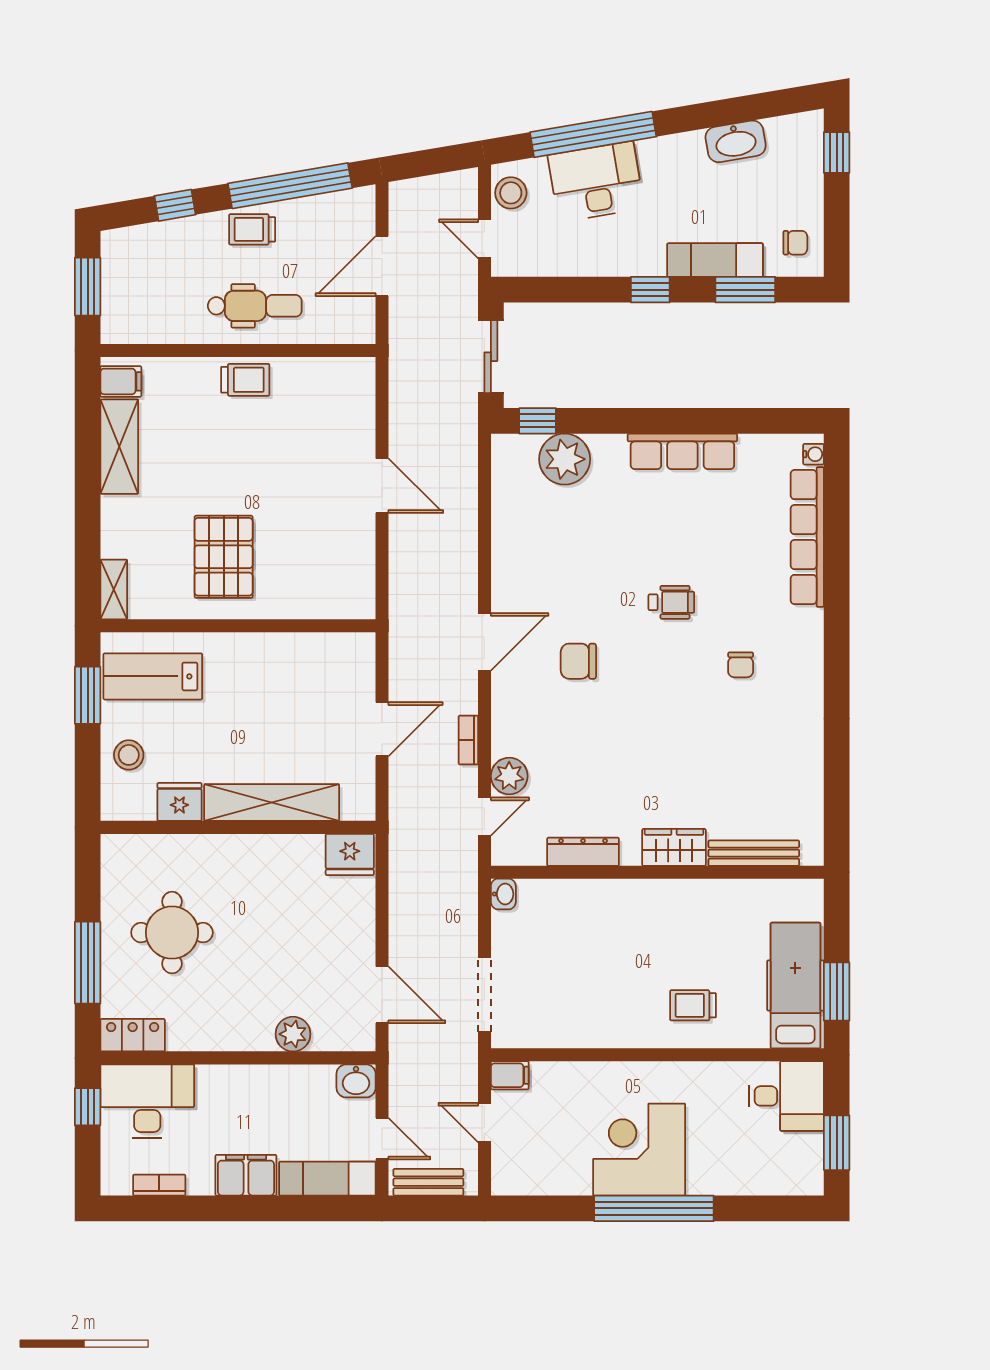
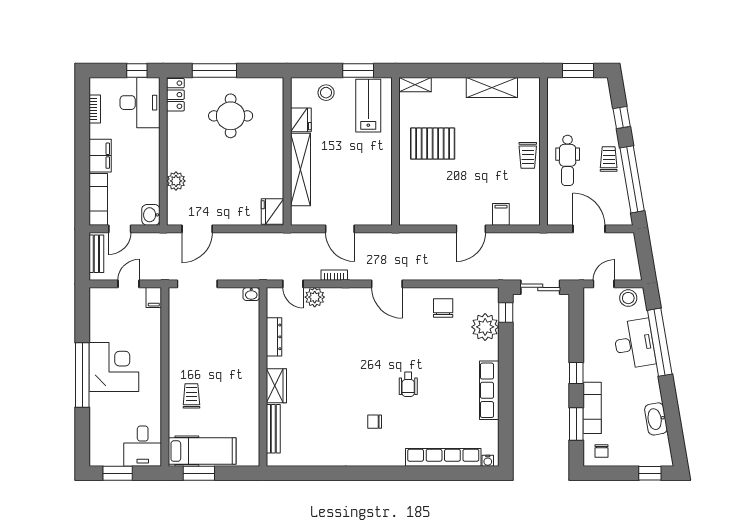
filing cabinet: (121, 381) -> (501, 214), moved, turned 180
chair: (578, 661) -> (443, 308), moved

